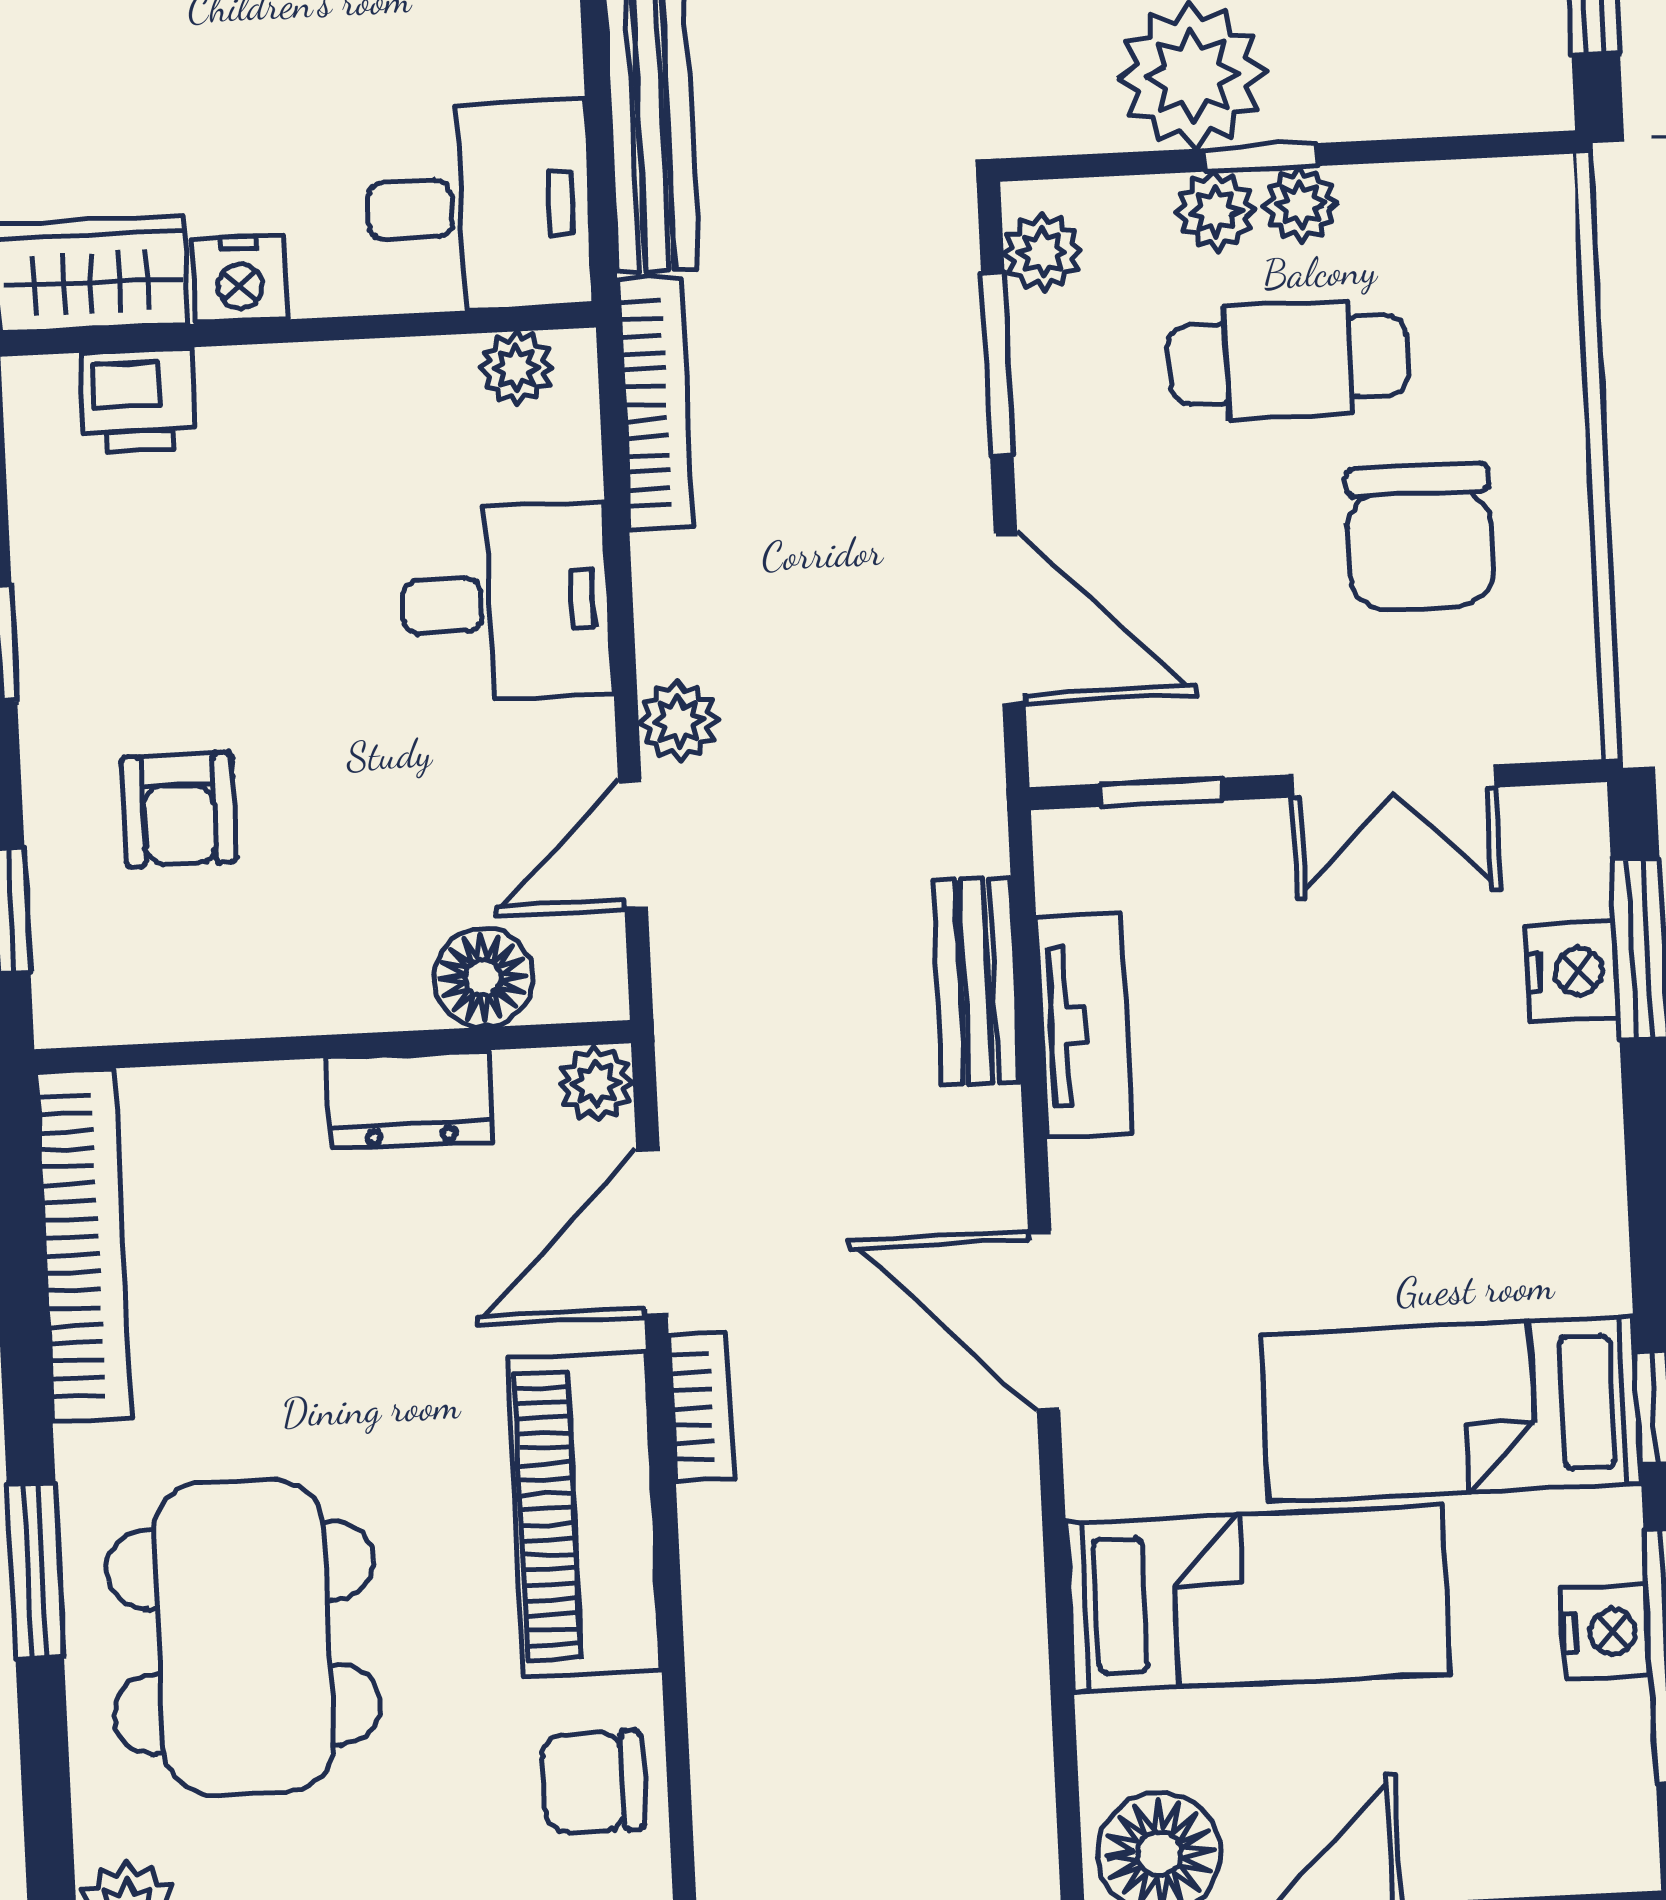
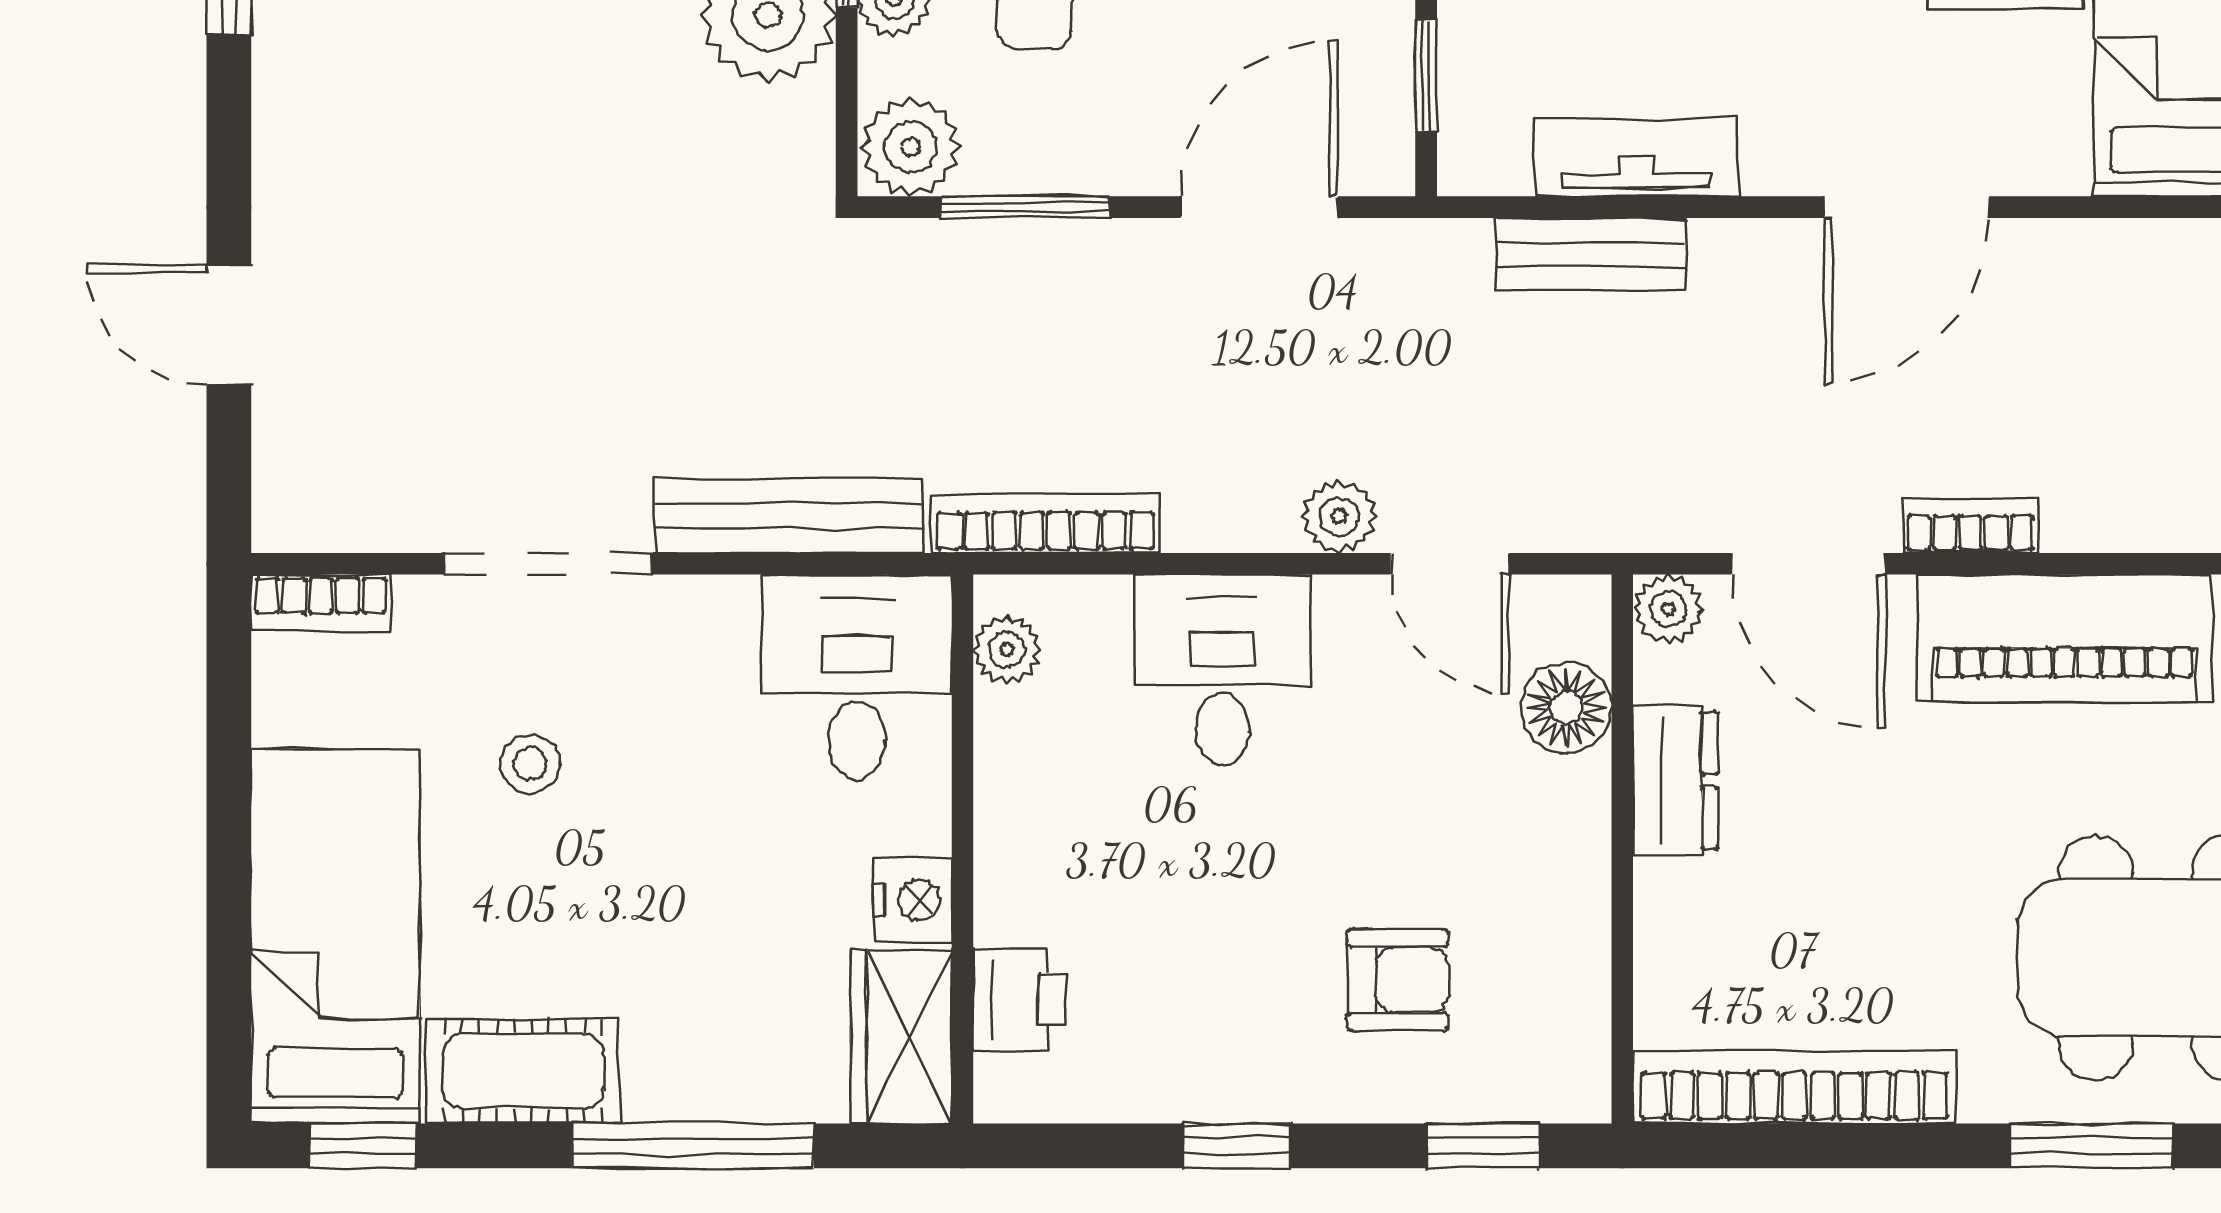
plant: (1043, 252) -> (911, 147), width x1.38, depth x1.38

